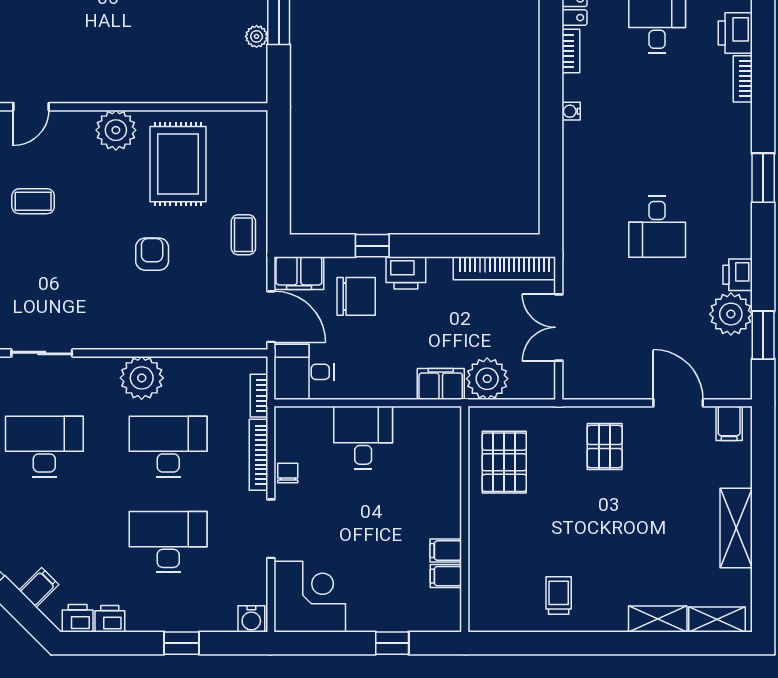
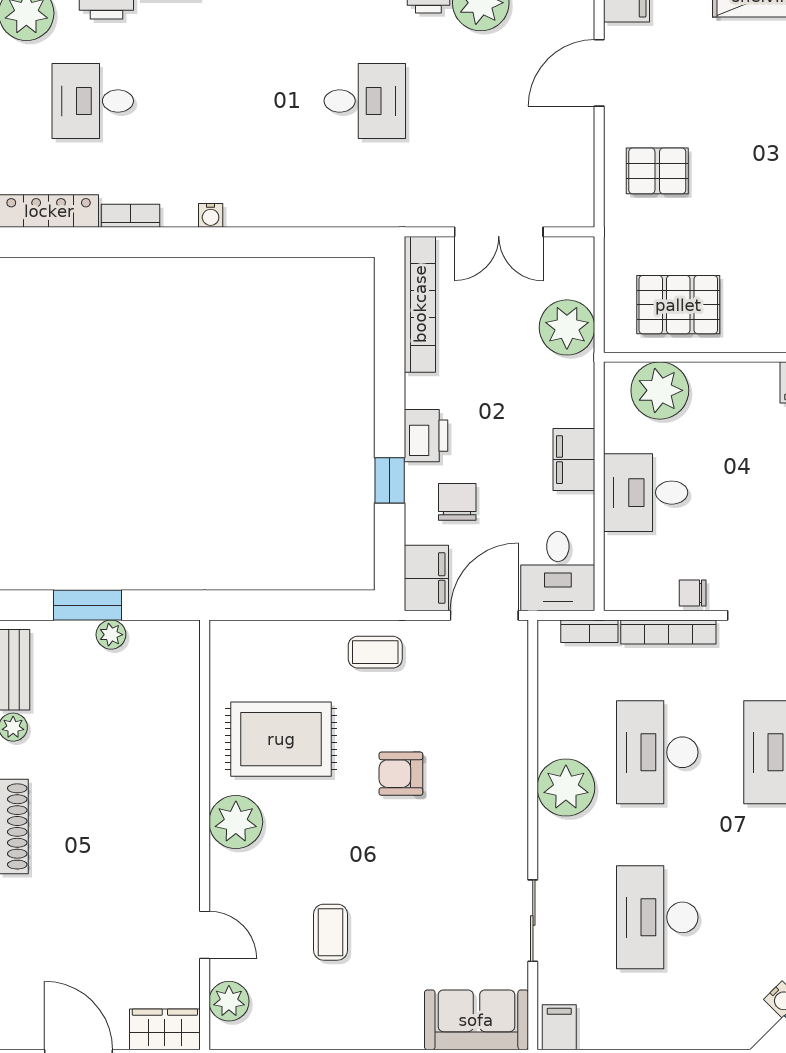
chair: (356, 296) -> (457, 502), width x0.73, depth x0.73
filing cabinet: (441, 384) -> (574, 460), moved
plant: (440, 448) -> (660, 390), added

